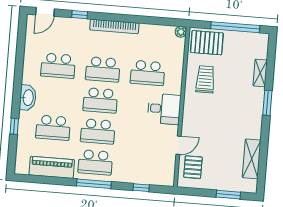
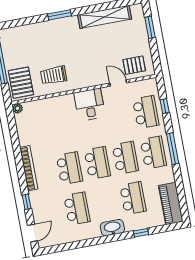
door: (45, 12) -> (33, 233), hinge flipped
school desk: (148, 73) -> (146, 112), moved
shelving: (260, 73) -> (35, 28), removed
shelving: (252, 159) -> (105, 17), width x1.47
piano: (52, 167) -> (171, 203), moved

